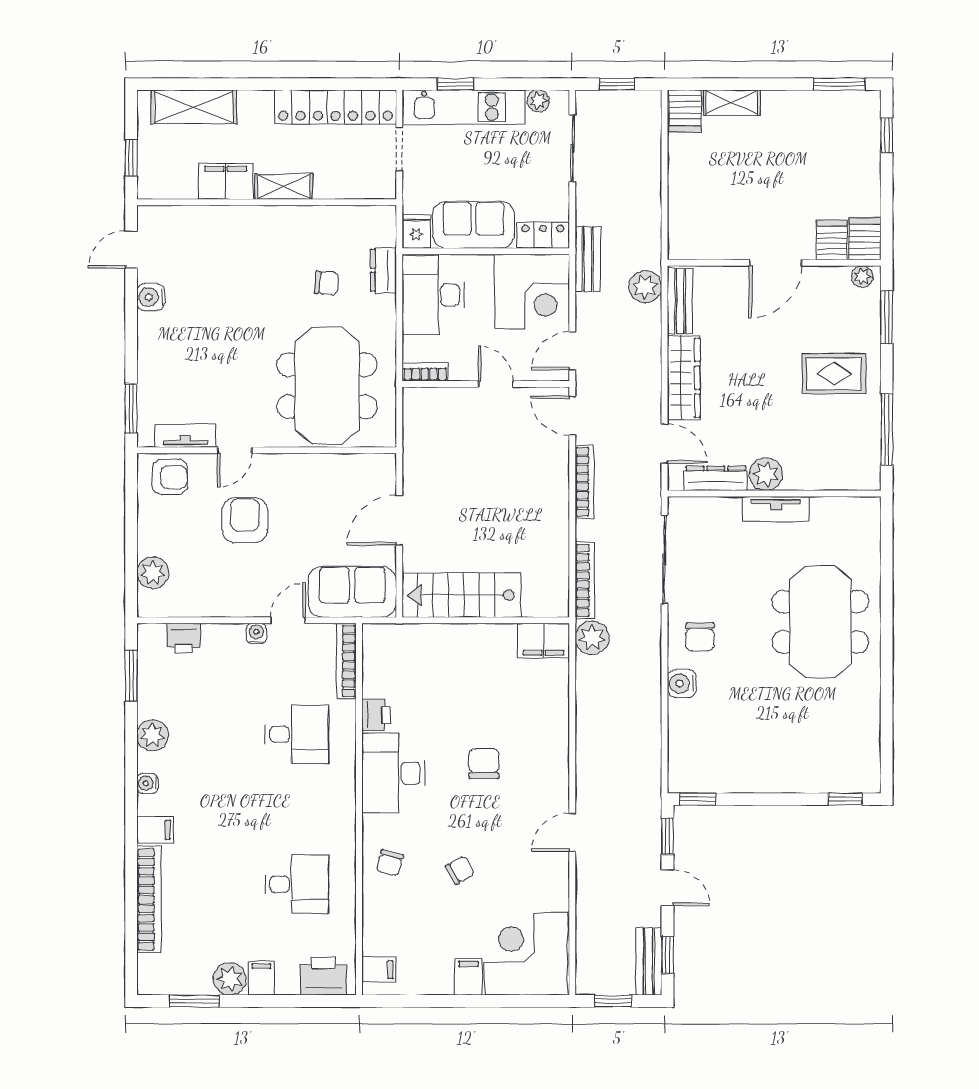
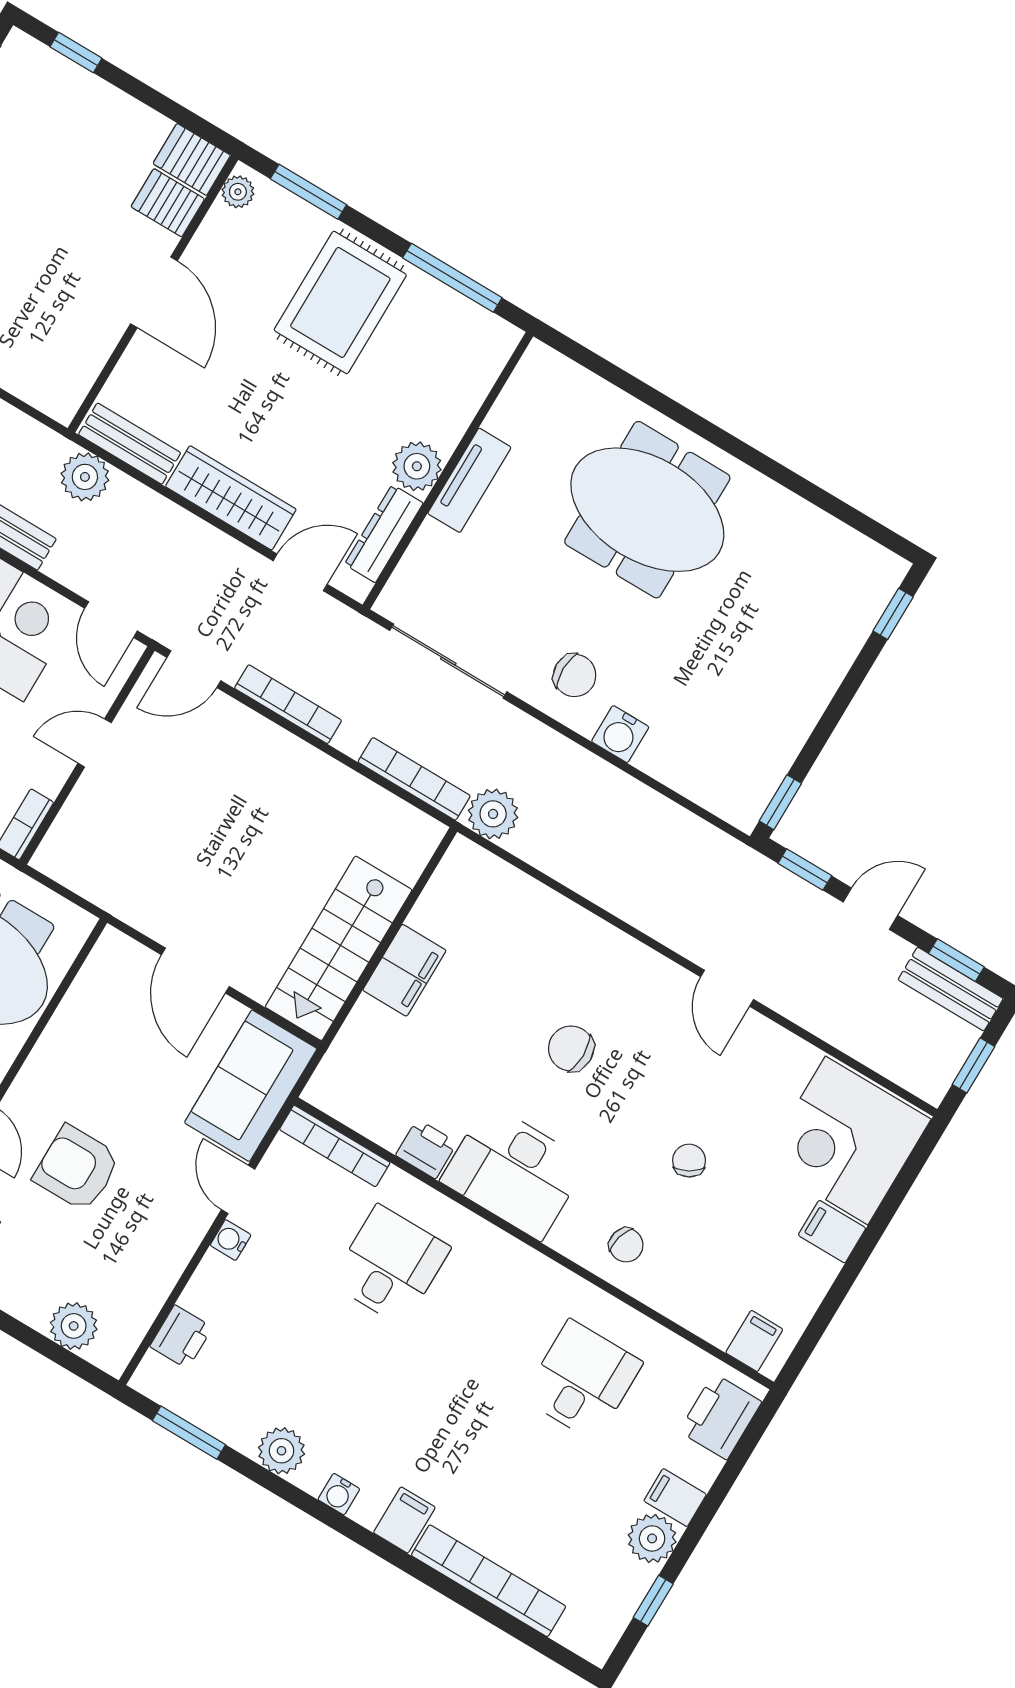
rug: (834, 374) -> (340, 302), width x1.36, depth x1.43
filing cabinet: (543, 641) -> (404, 970), moved
window: (194, 1001) -> (653, 1601), width x0.67

